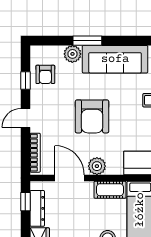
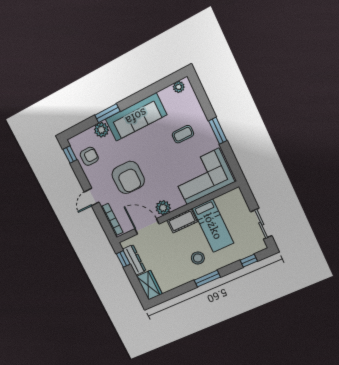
armchair: (45, 74) -> (89, 156), turned -90
window: (25, 80) -> (70, 155), moved
armchair: (92, 116) -> (128, 177), moved

